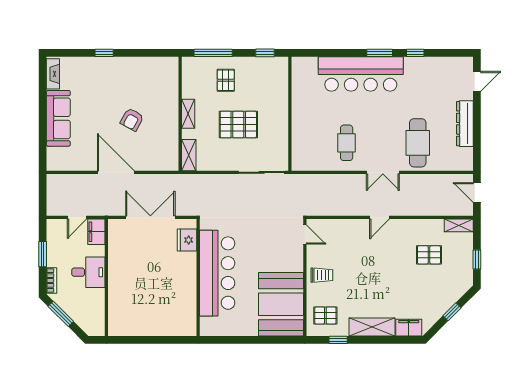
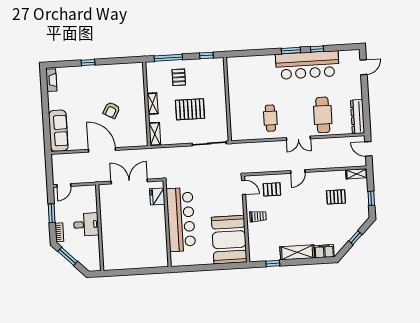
bar counter: (361, 74) -> (307, 65), moved
sofa: (58, 118) -> (58, 131), moved
dresser: (465, 124) -> (358, 117), moved
door: (77, 217) -> (64, 185), moved
filing cabinet: (96, 232) -> (90, 194), removed
pallet: (325, 315) -> (272, 189), moved

